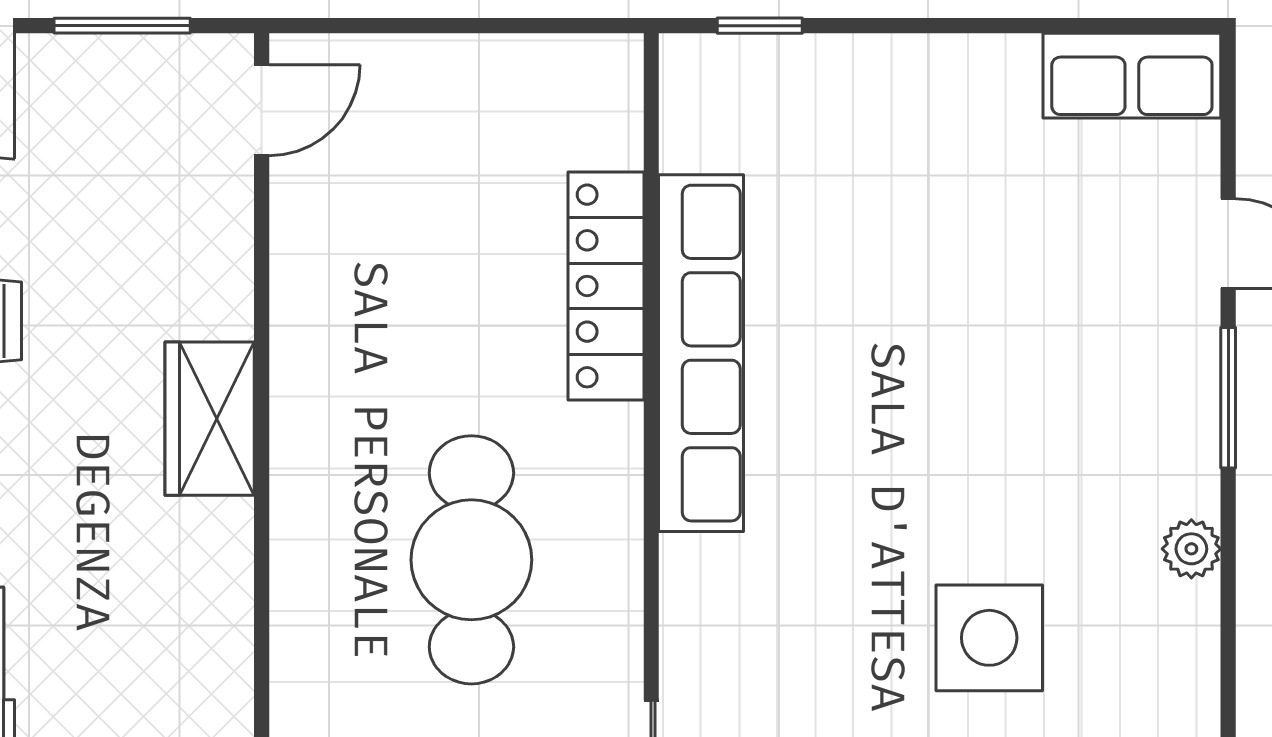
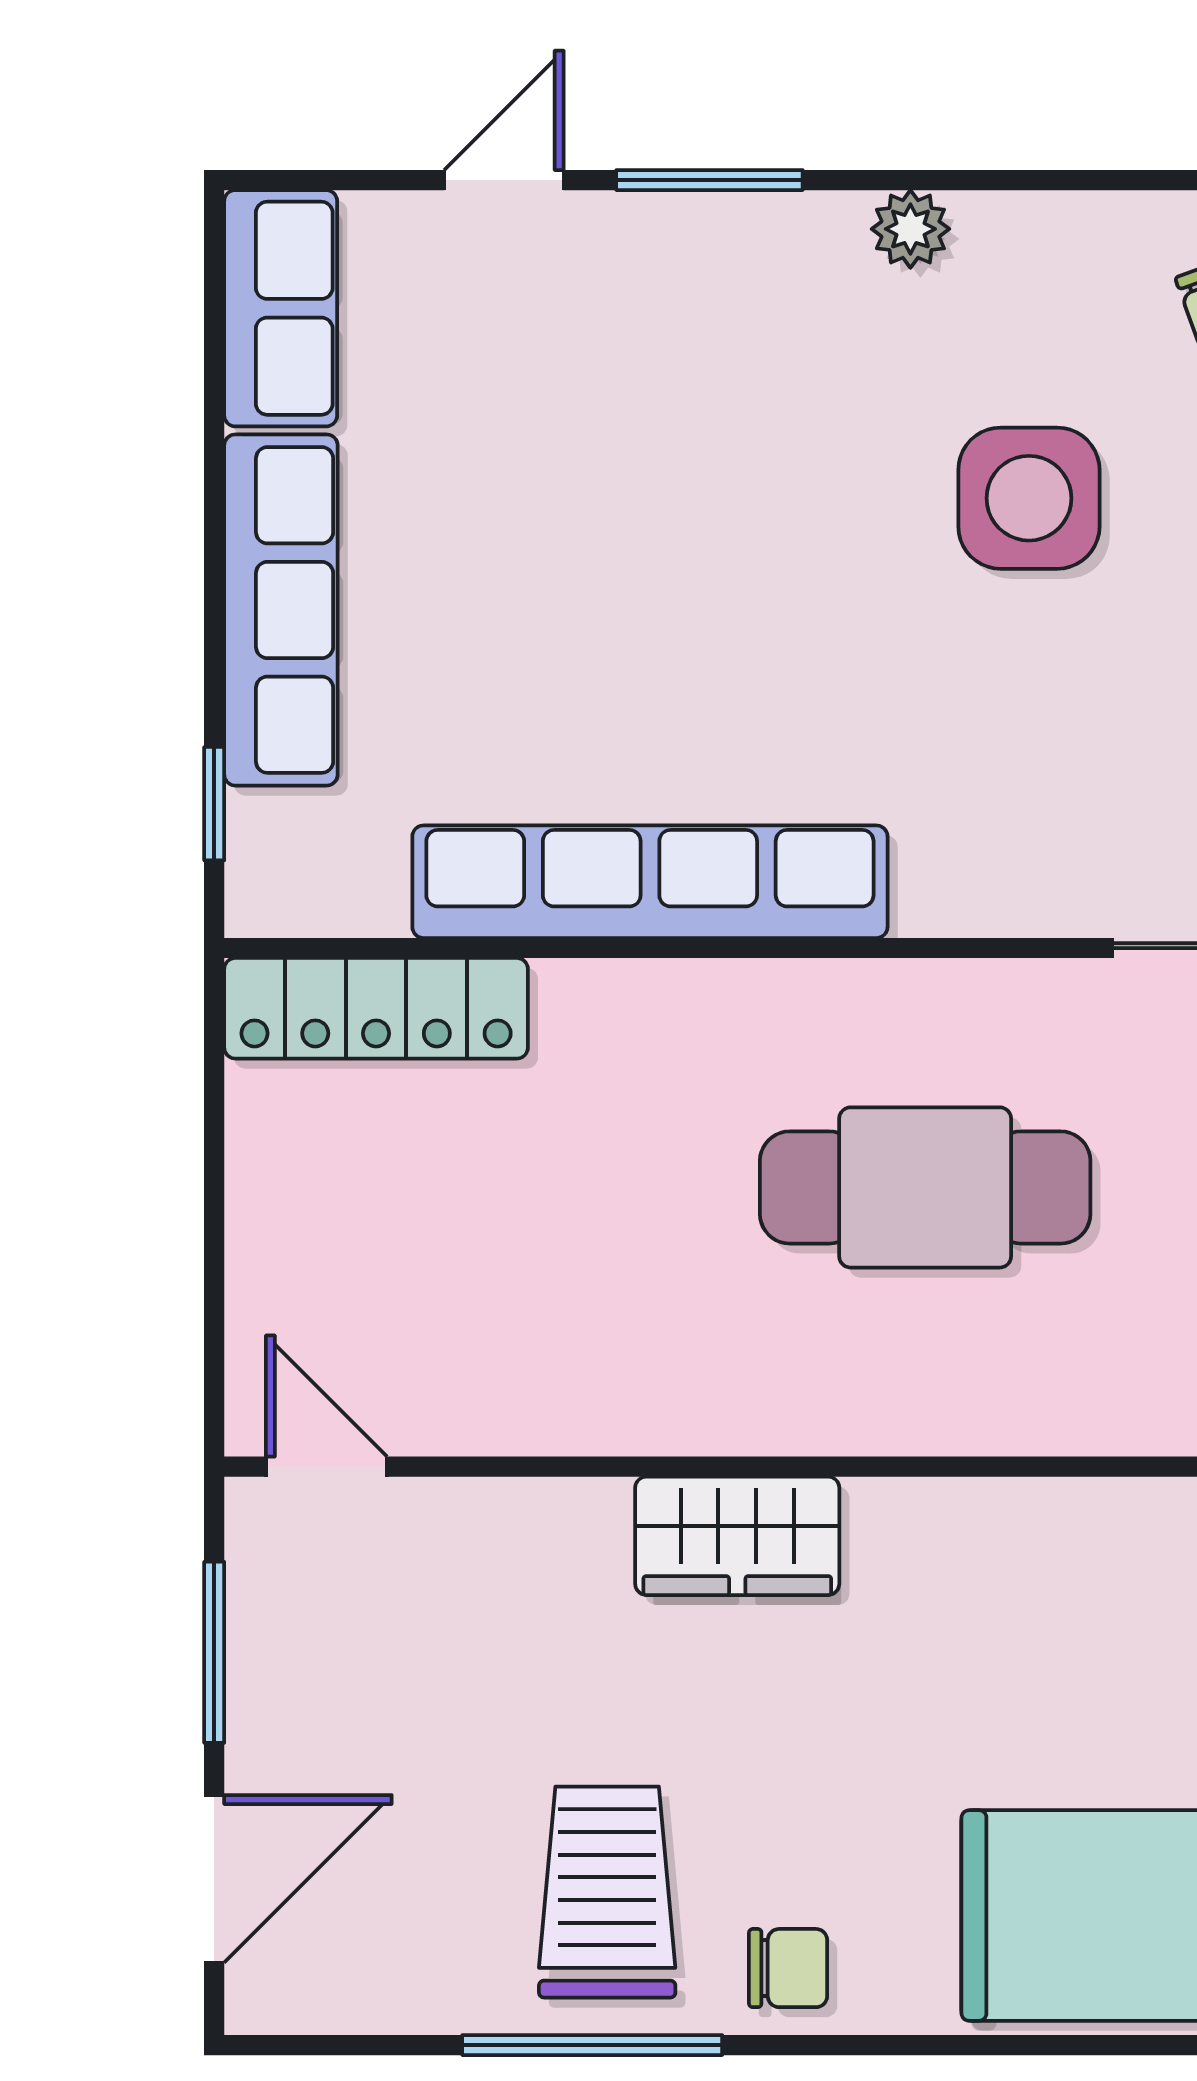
row of seats: (905, 76) -> (281, 610), added
locker: (606, 286) -> (376, 1008), moved

